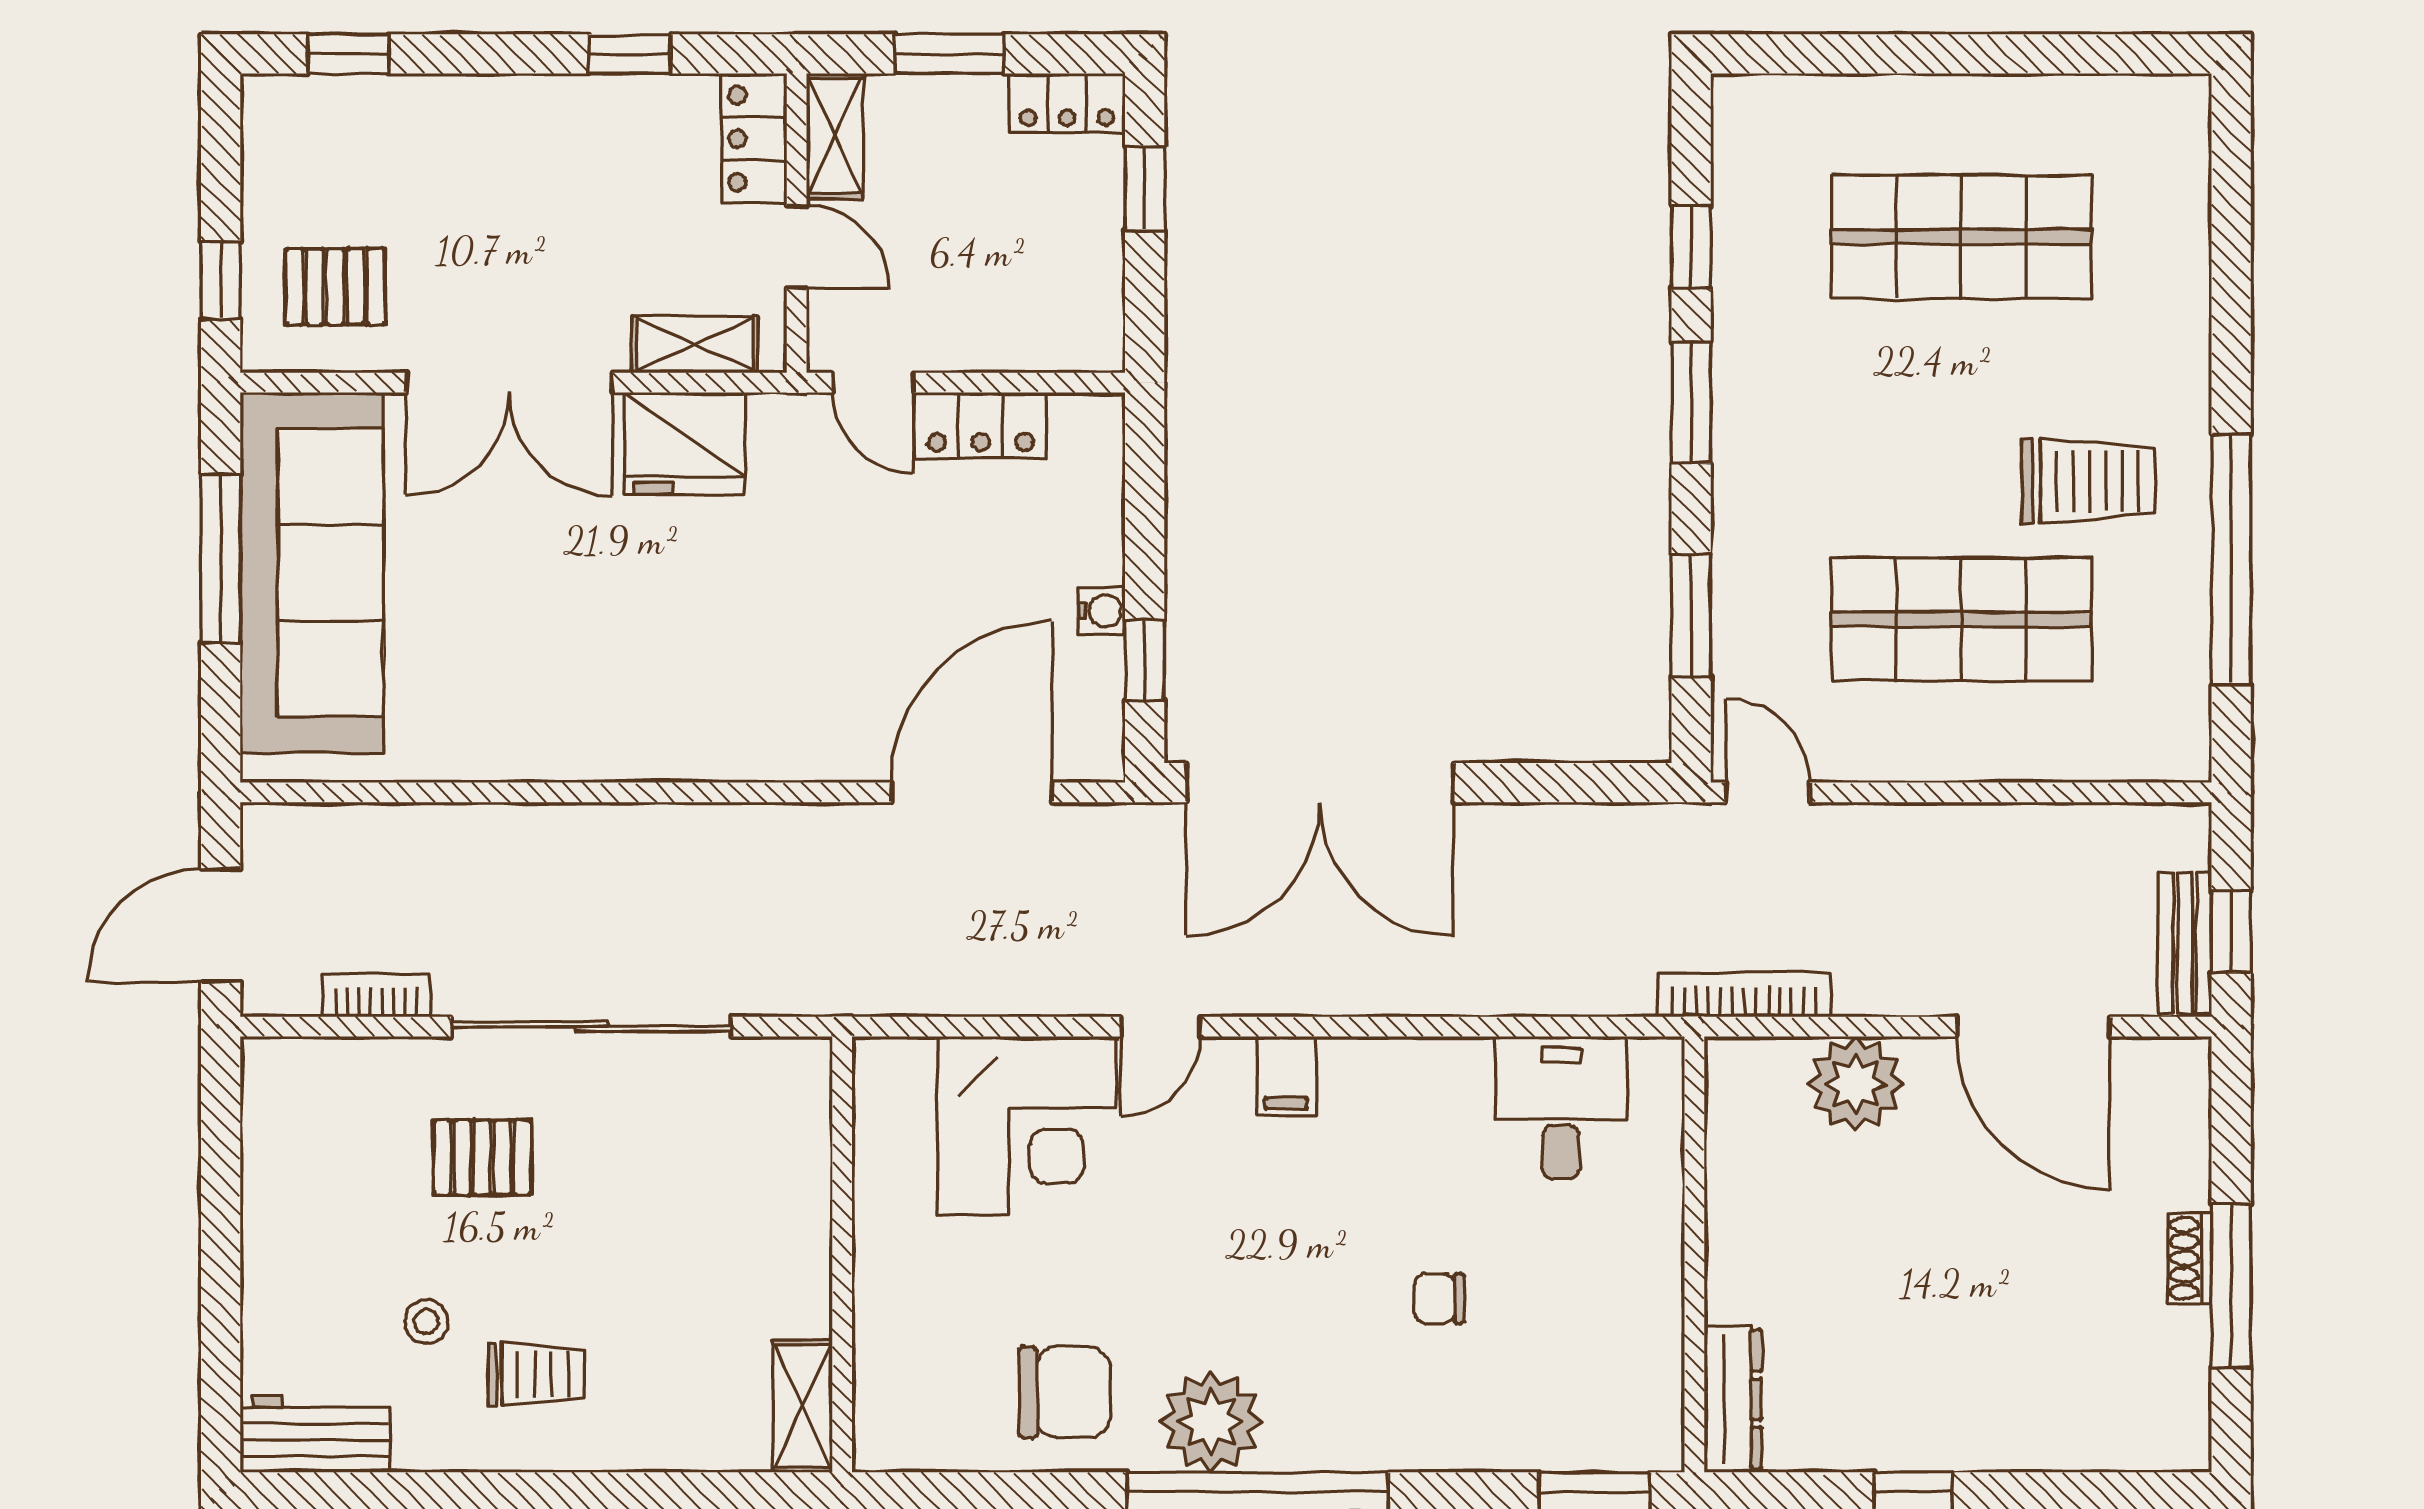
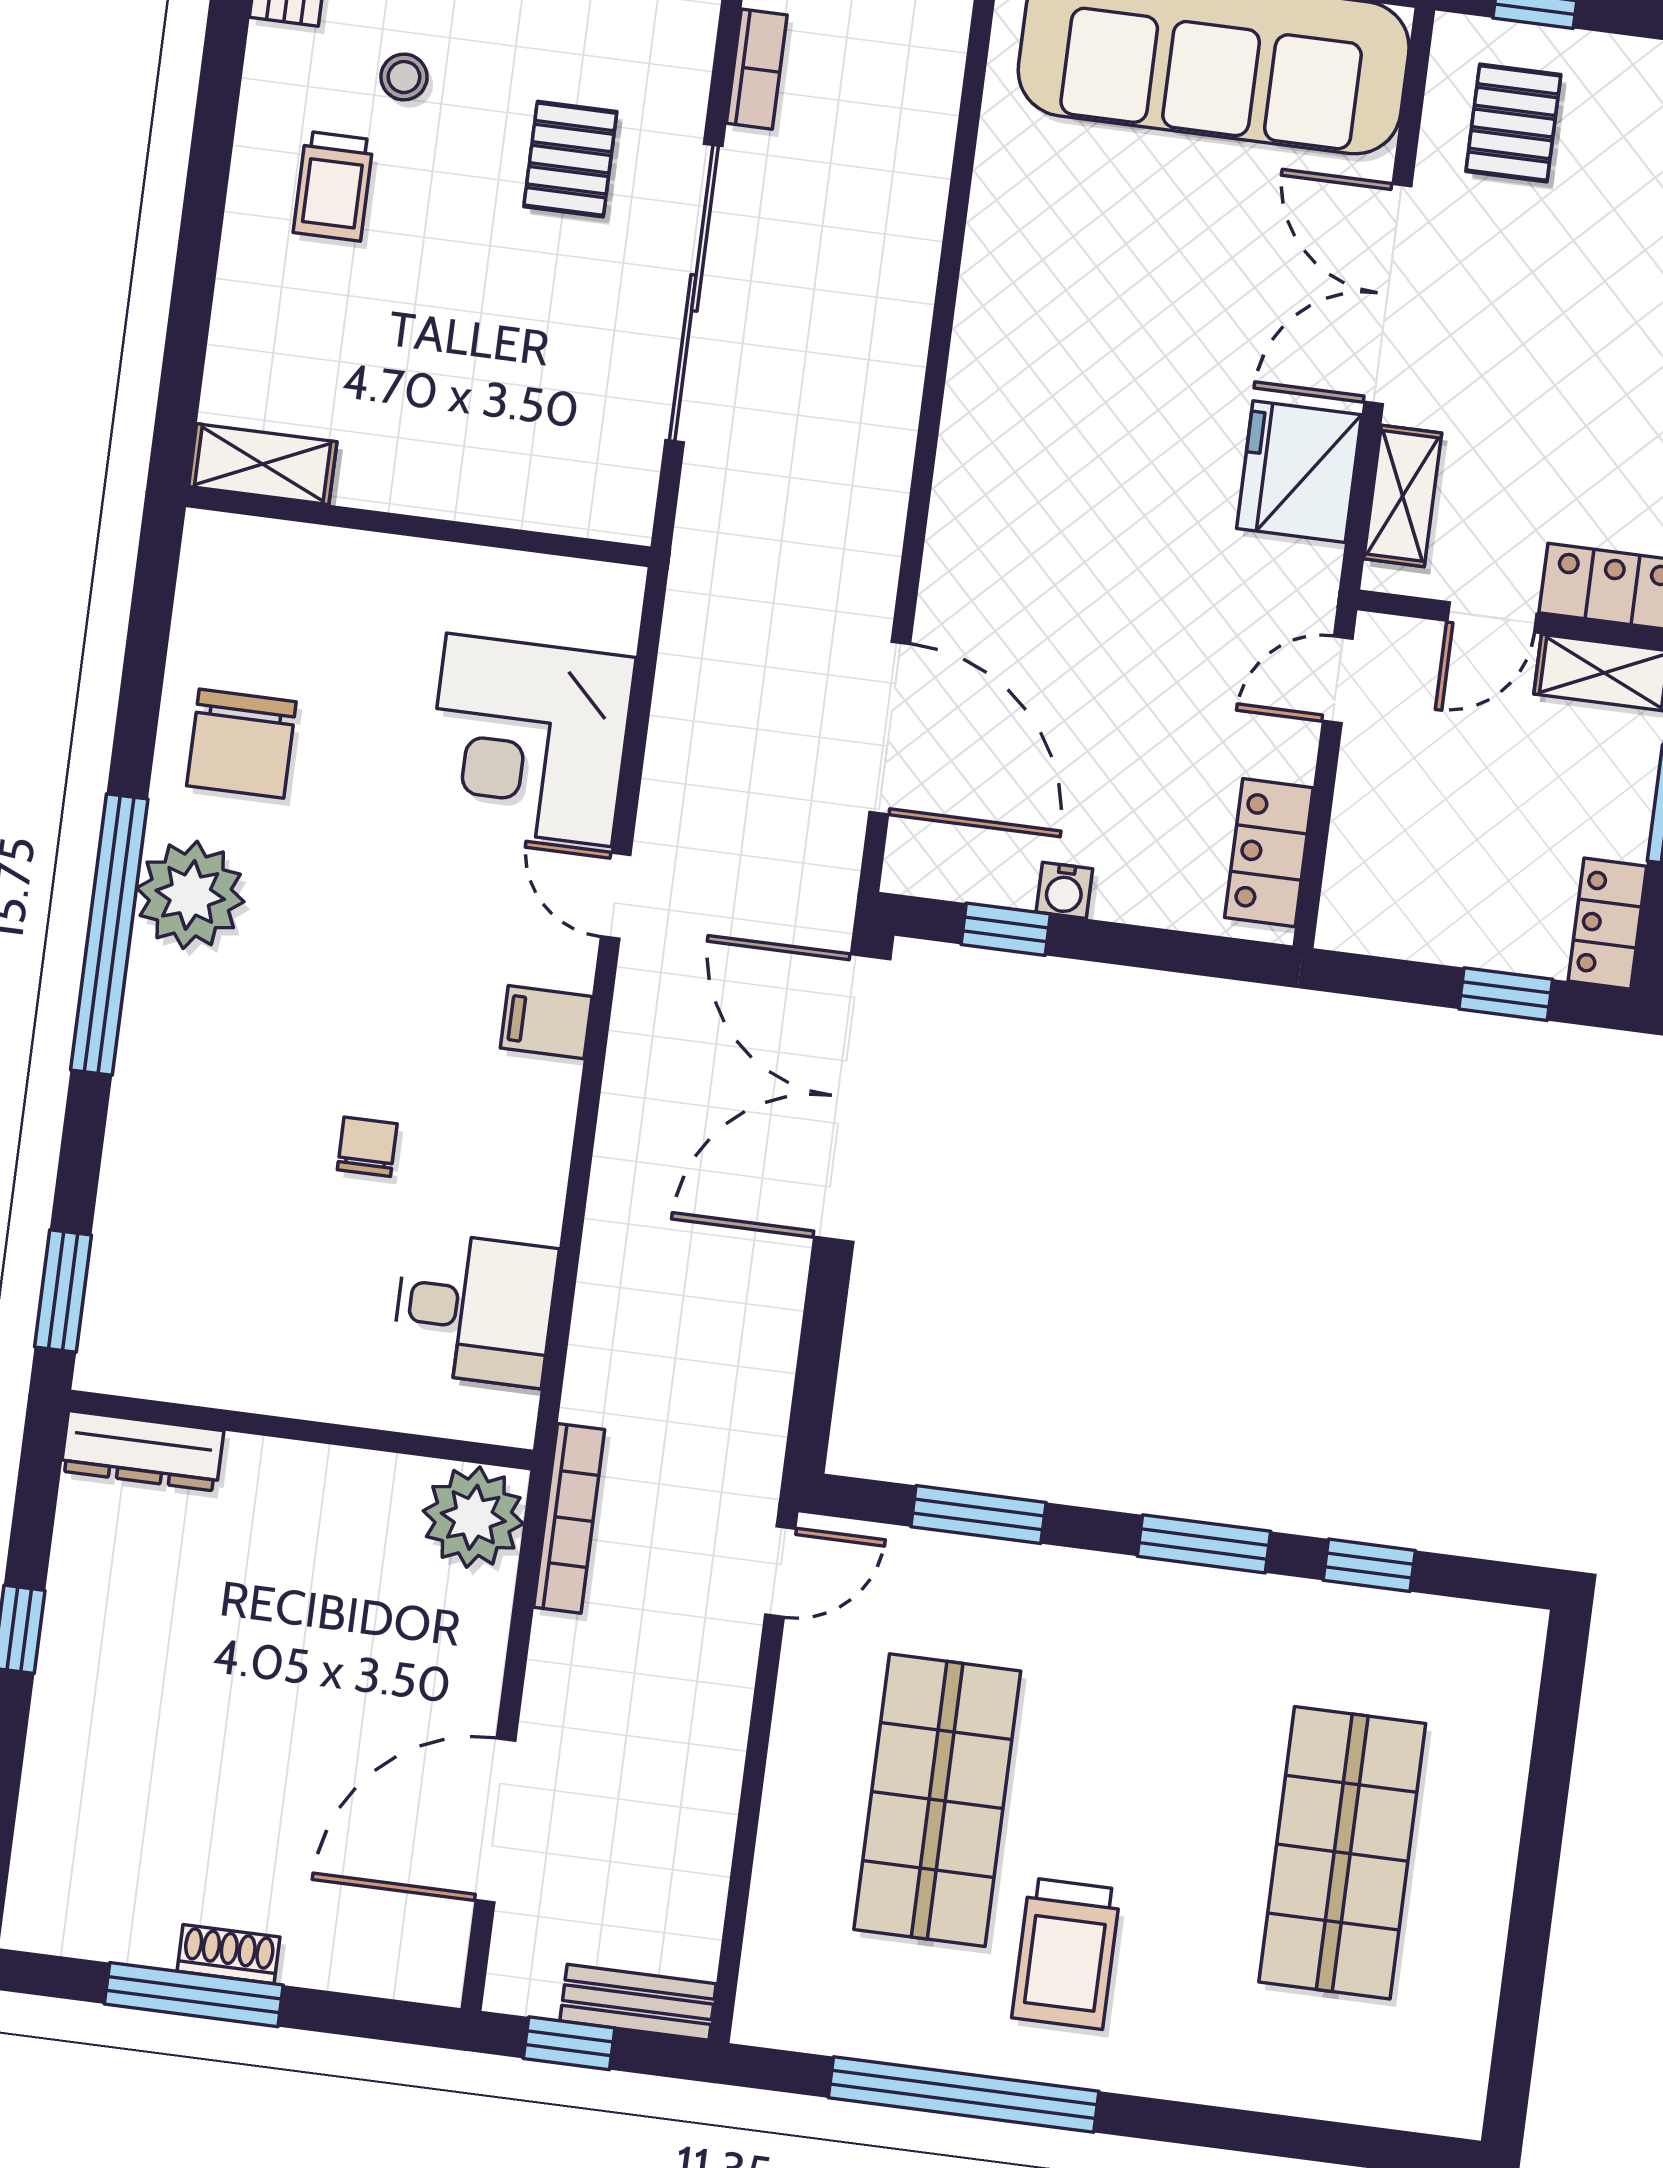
locker: (981, 425) -> (1269, 853), moved
bench: (2185, 943) -> (638, 2002), moved
plant: (1856, 1084) -> (473, 1517), moved
chair: (1439, 1299) -> (367, 1147), moved

